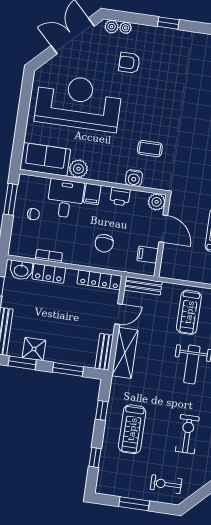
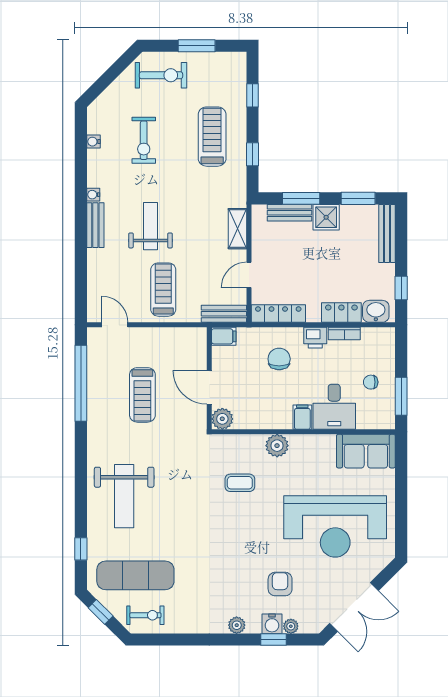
window: (168, 23) -> (273, 640), moved
plant: (112, 27) -> (237, 625), moved
armchair: (129, 63) -> (280, 584), turned -90
plant: (78, 169) -> (277, 446), moved
water cooler: (134, 178) -> (272, 624), moved, turned 180
printer: (120, 196) -> (315, 338), moved, turned 180
filing cabinet: (148, 255) -> (224, 336), moved
shower: (34, 349) -> (326, 217), moved
bench: (104, 352) -> (289, 213), moved, turned 90
shelving: (125, 353) -> (237, 229), width x0.67, depth x0.75
exercise bike: (166, 484) -> (161, 75), width x1.38, depth x1.39

